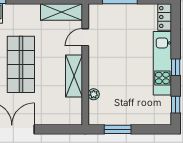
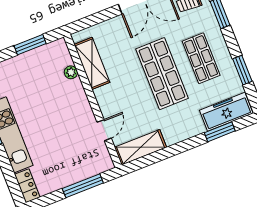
shelving: (74, 76) -> (92, 63), moved

